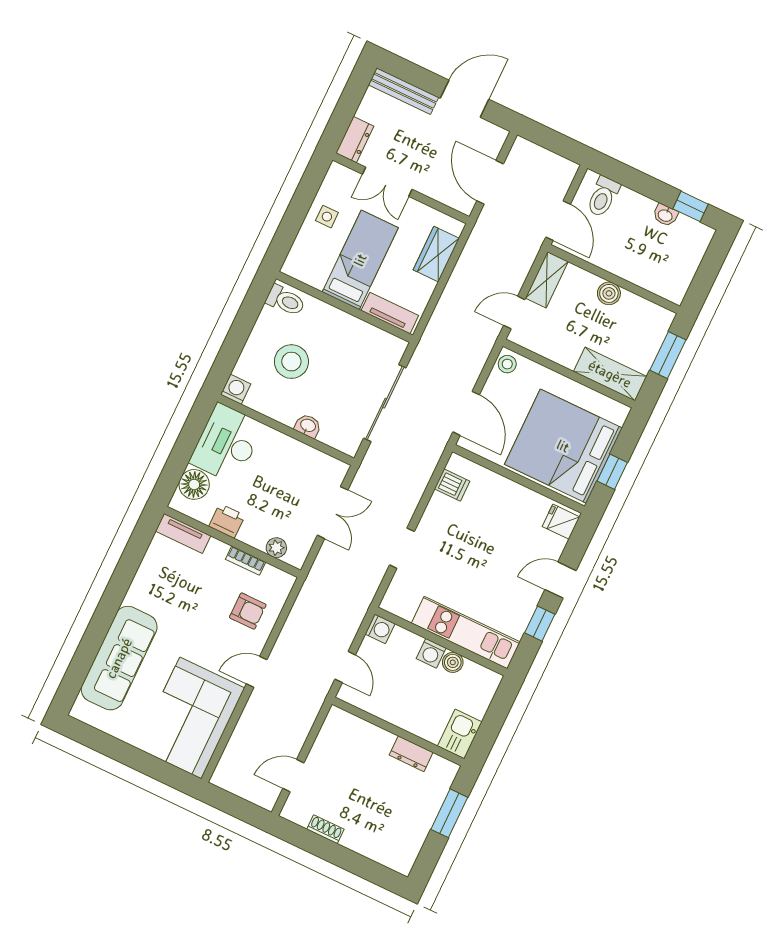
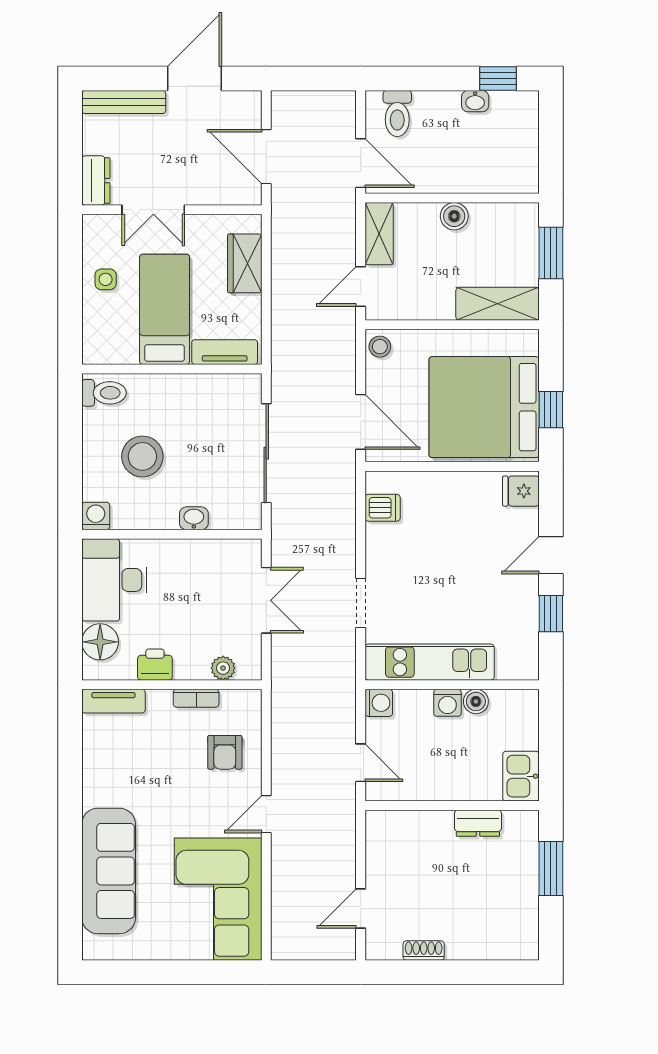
armchair: (248, 611) -> (225, 752), turned 90
kitchen unit: (466, 633) -> (430, 662), moved

